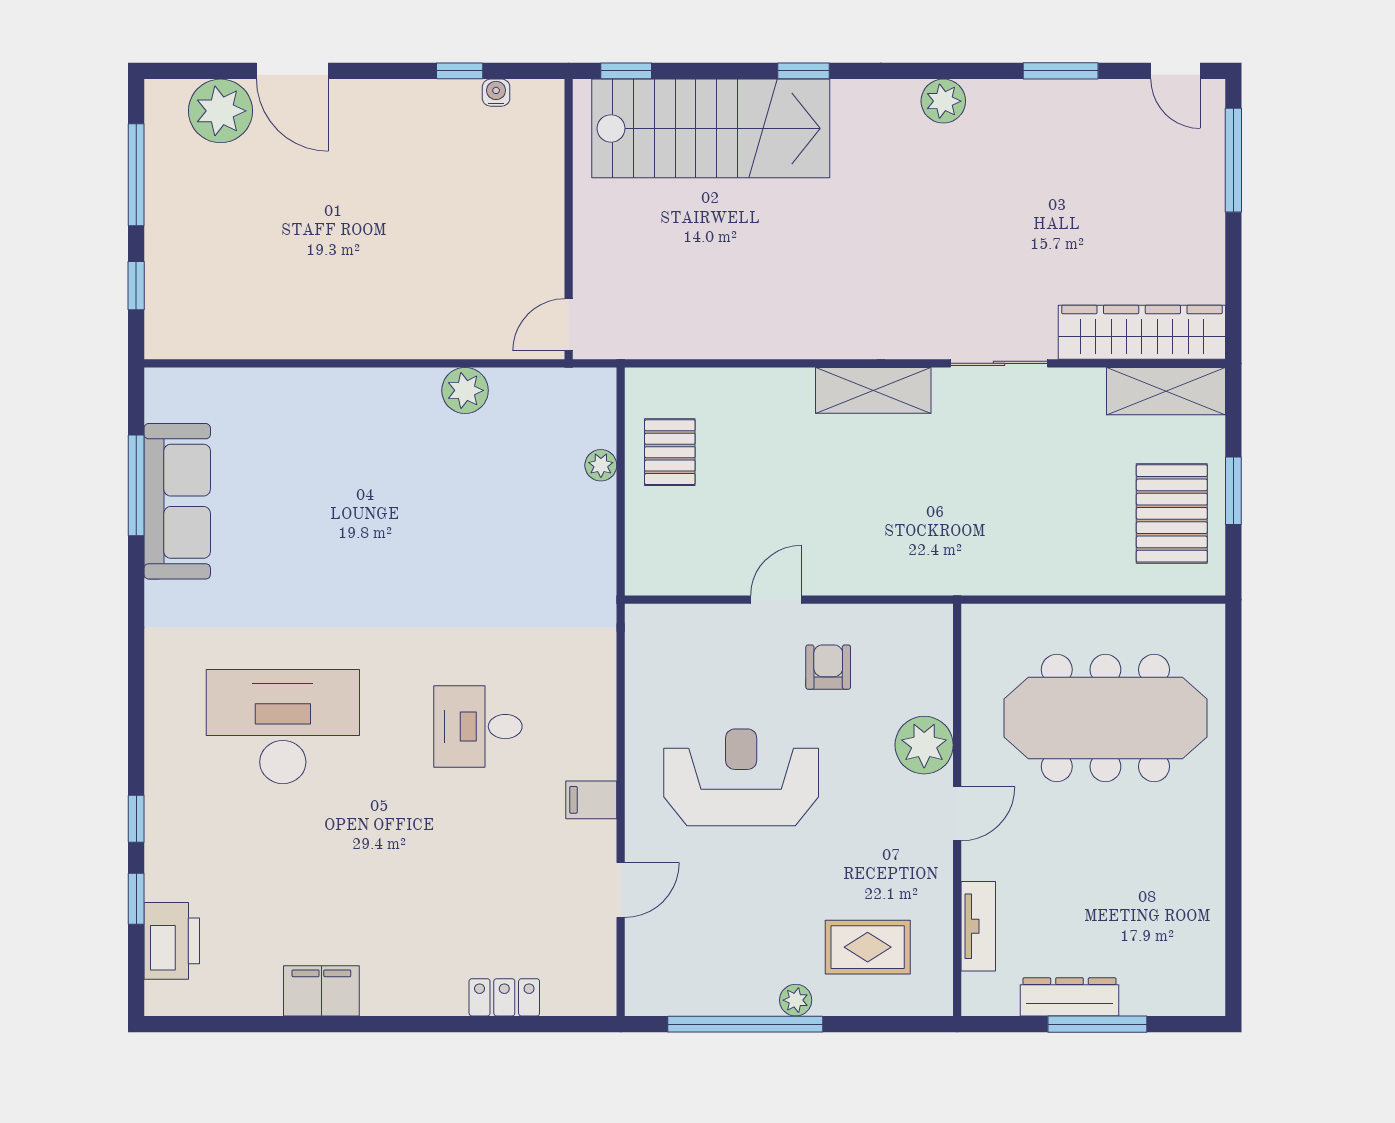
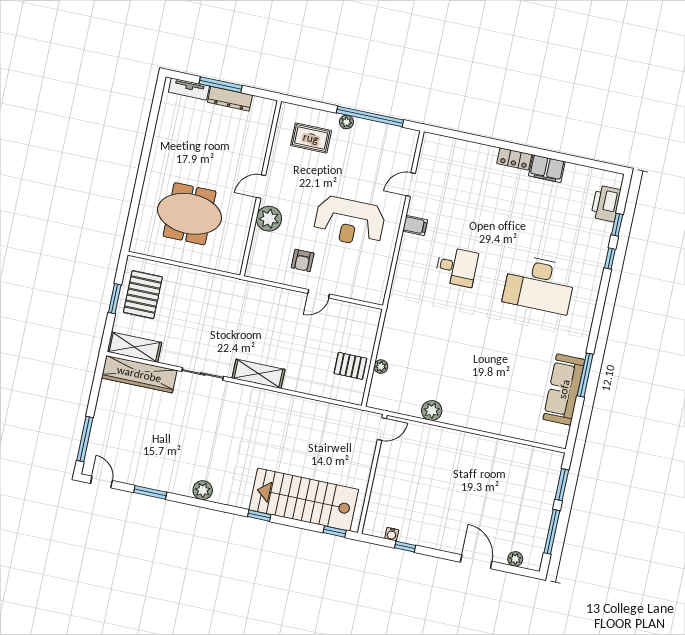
plant: (221, 111) -> (515, 559), width x0.53, depth x0.53
window: (136, 286) -> (562, 485), width x1.50
pallet: (670, 452) -> (350, 366), turned 90
window: (136, 485) -> (585, 375), moved
meeting table: (1105, 718) -> (190, 214), width x0.73
tv unit: (978, 926) -> (189, 89), moved, turned -90
locker: (504, 997) -> (514, 159), moved

